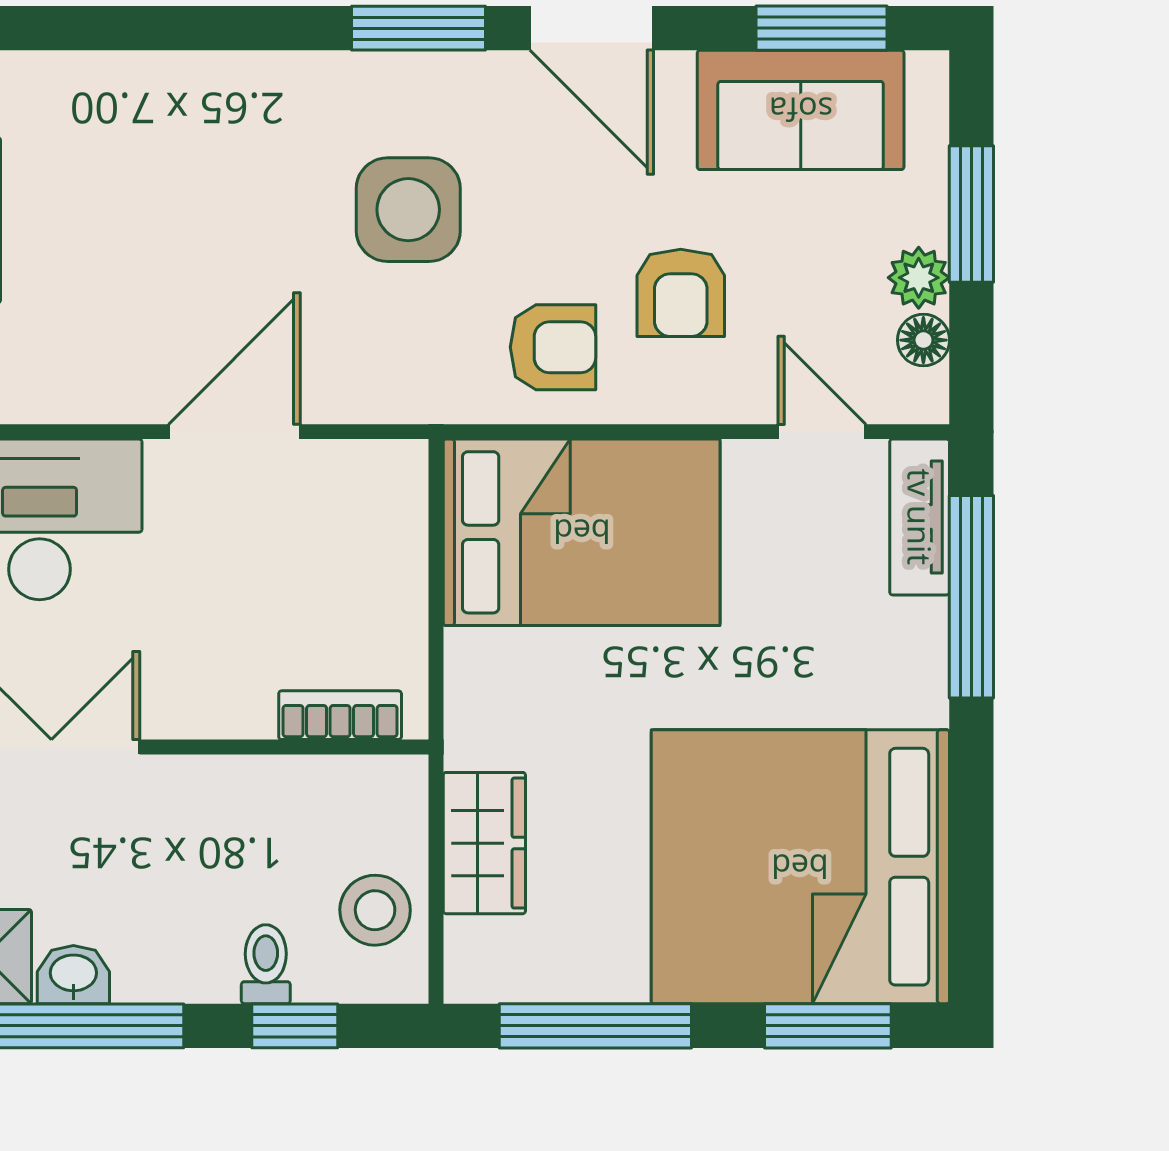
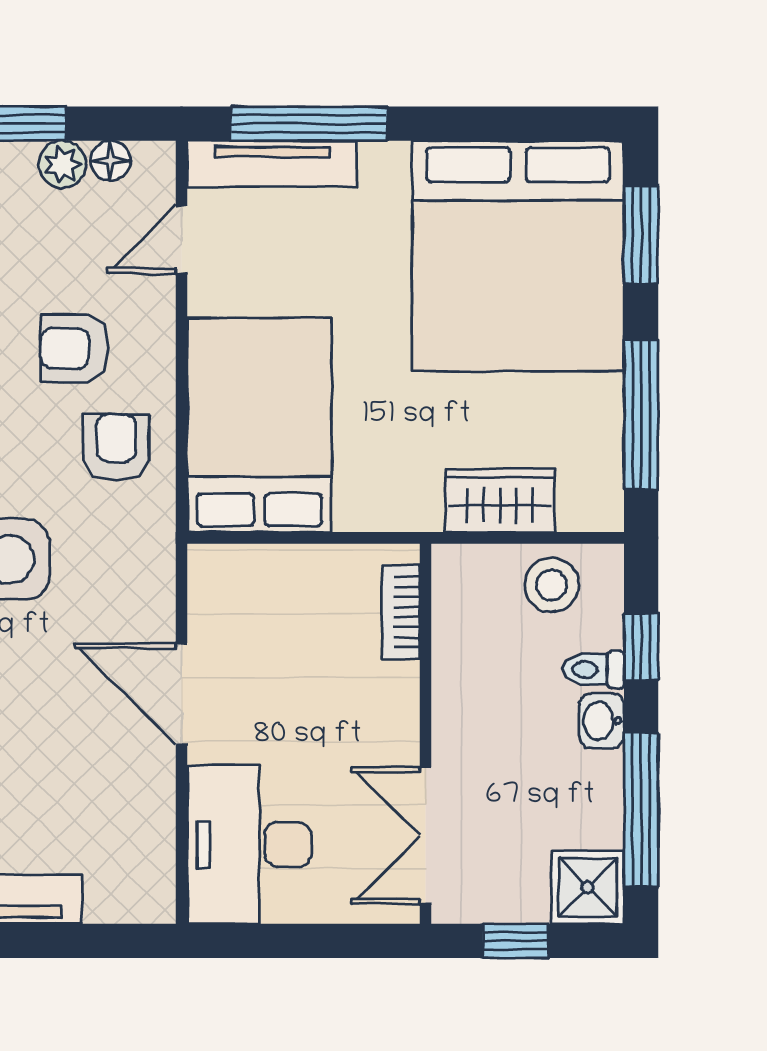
armchair: (681, 293) -> (74, 348), turned 180
tv unit: (920, 517) -> (272, 164), width x1.41
washbasin: (73, 975) -> (602, 721), moved

